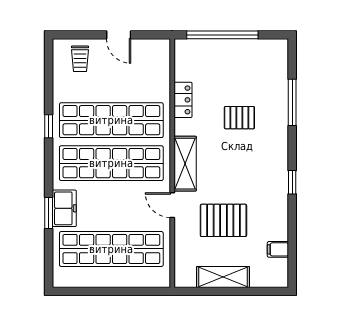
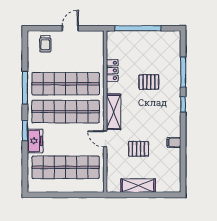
door: (119, 35) -> (70, 28), swing flipped
window: (49, 126) -> (25, 88), width x2.17
window: (292, 182) -> (183, 104), moved
window: (49, 213) -> (25, 131), moved
pallet: (223, 220) -> (138, 149), width x0.67, depth x0.71
filing cabinet: (278, 249) -> (174, 142), moved

